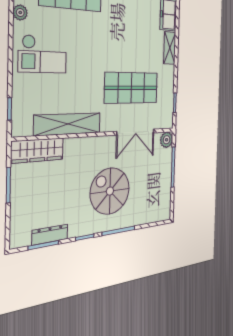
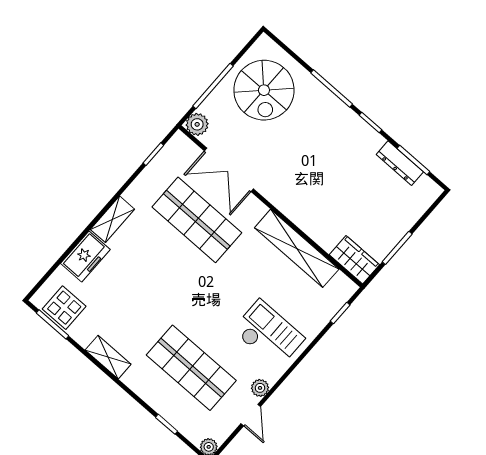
double door: (136, 132) -> (229, 170), swing flipped
wardrobe: (37, 150) -> (354, 260), width x0.67
spiral stairs: (110, 191) -> (264, 90), moved

